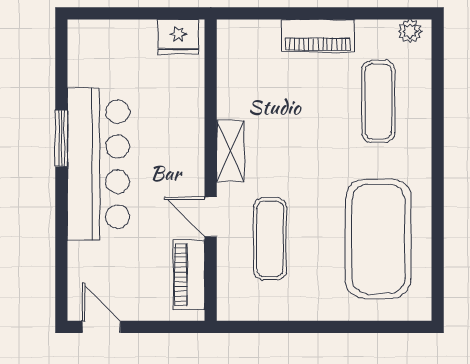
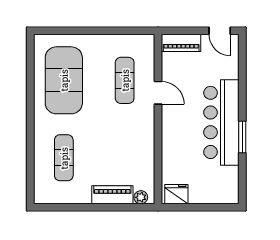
plant: (410, 31) -> (141, 197), moved
piano: (318, 36) -> (112, 195), moved
shelving: (230, 151) -> (147, 130), removed
piano: (189, 275) -> (181, 43), moved, turned 90

